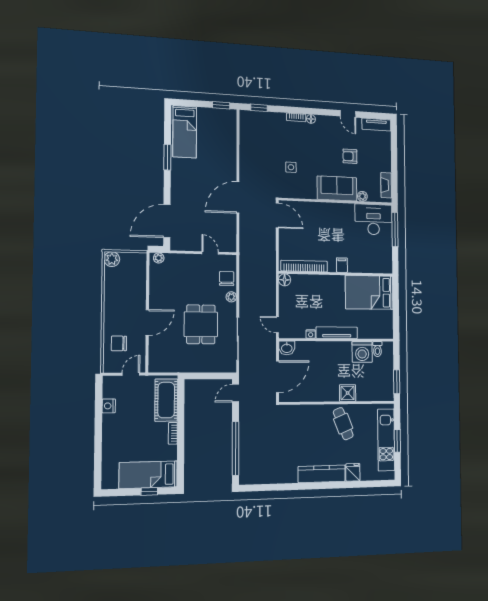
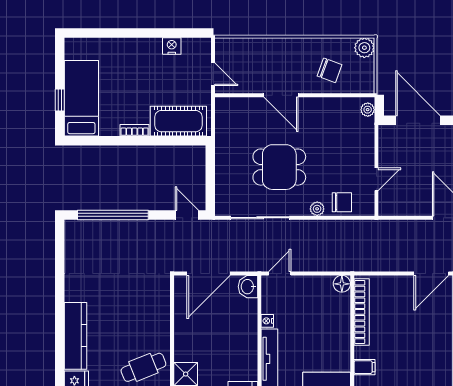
chair: (119, 343) -> (329, 70), moved, turned 110
door: (278, 377) -> (209, 273), hinge flipped

